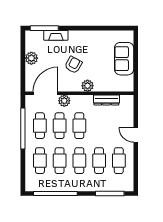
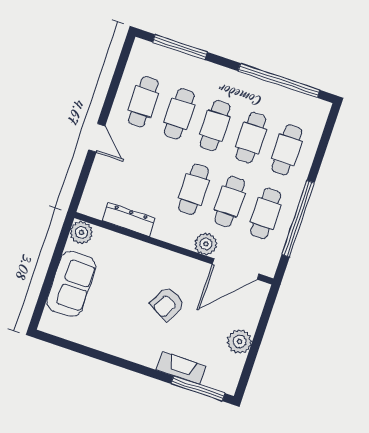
plant: (88, 86) -> (81, 233), moved

